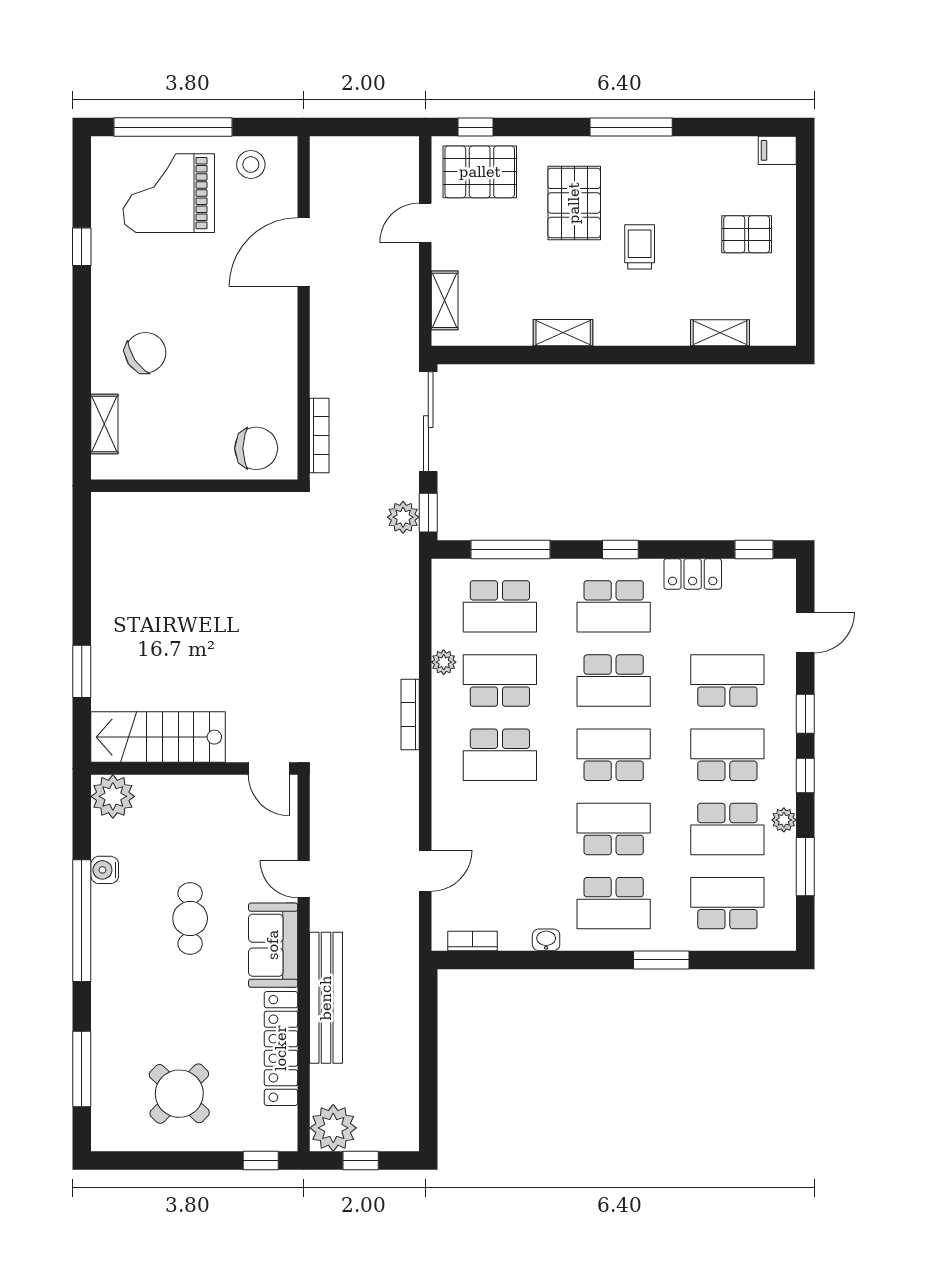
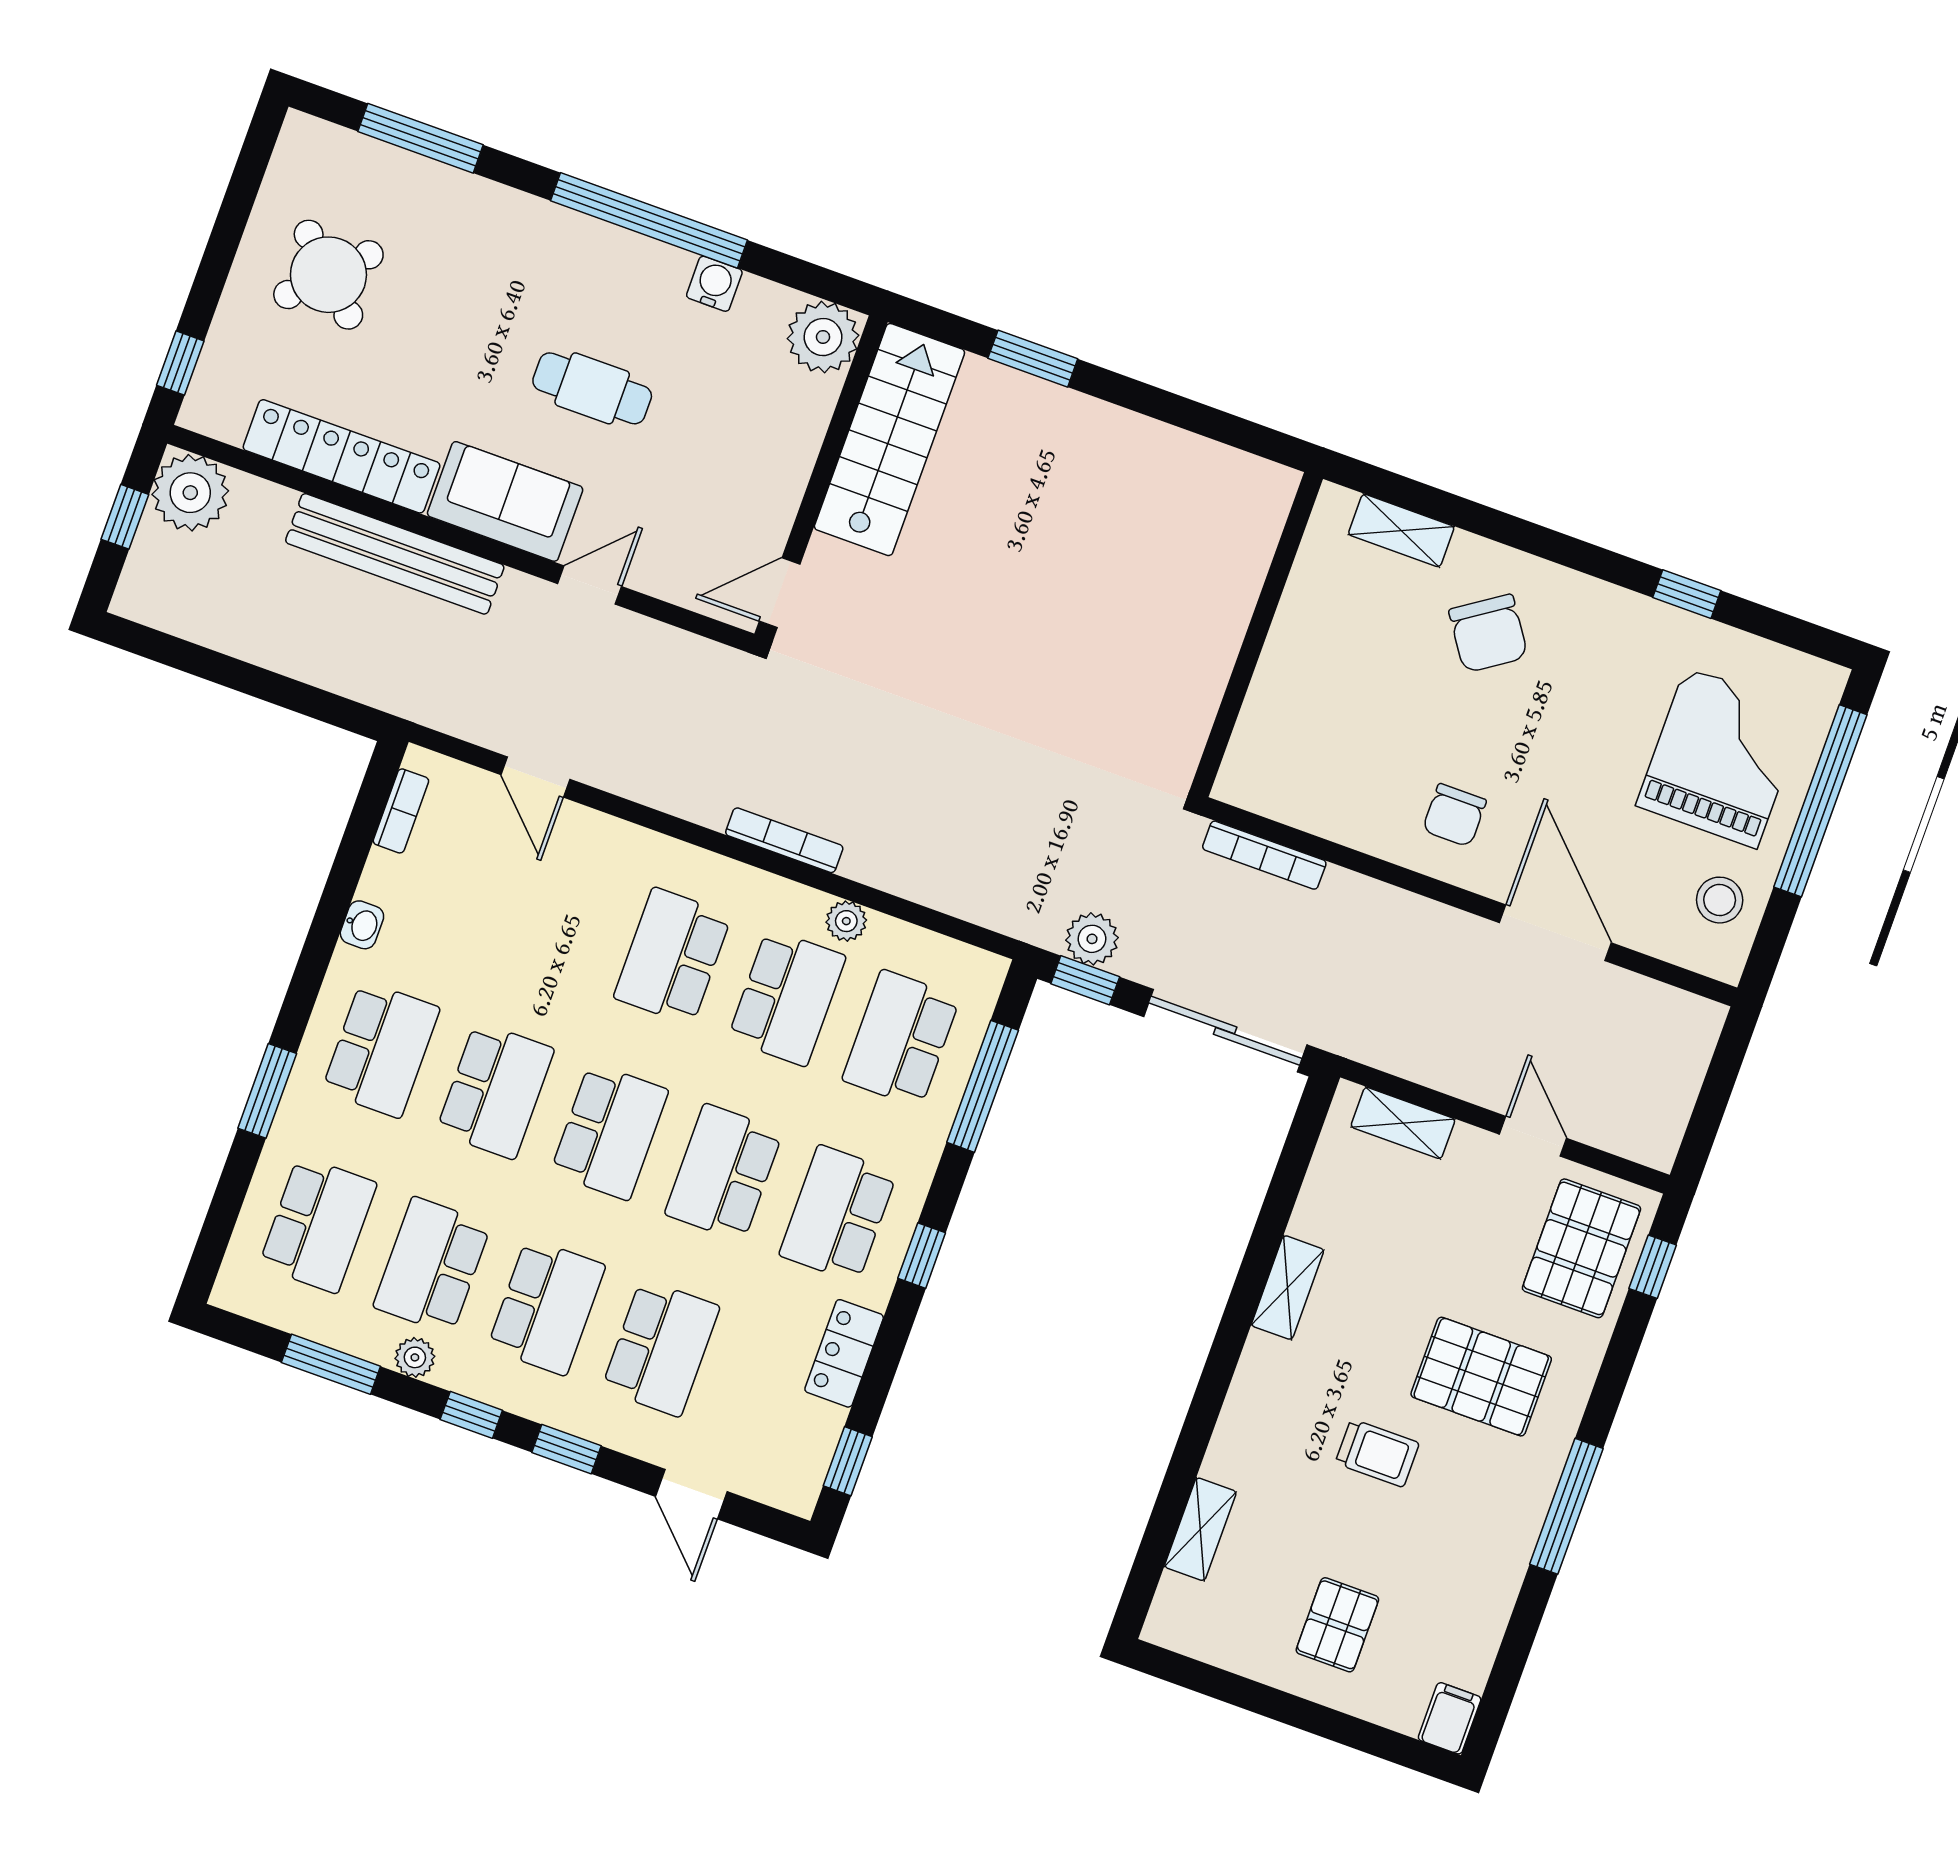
chair: (256, 448) -> (1454, 815), moved, width x0.73, depth x0.73
school desk: (614, 903) -> (381, 1049), turned 180

